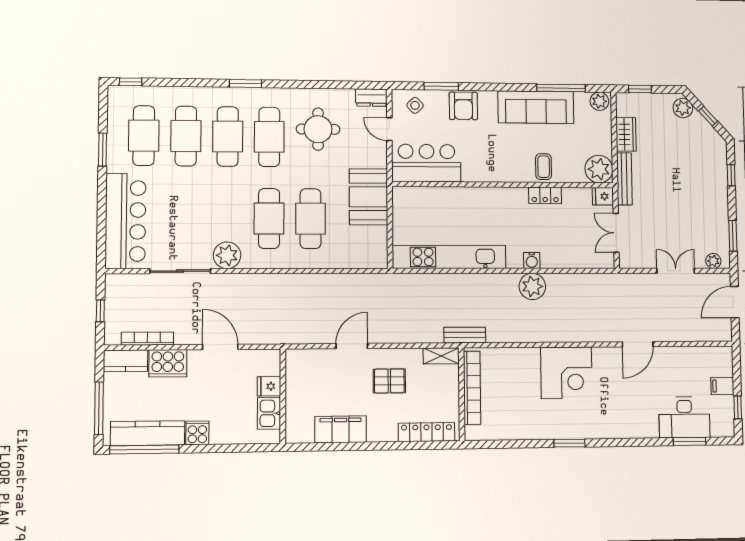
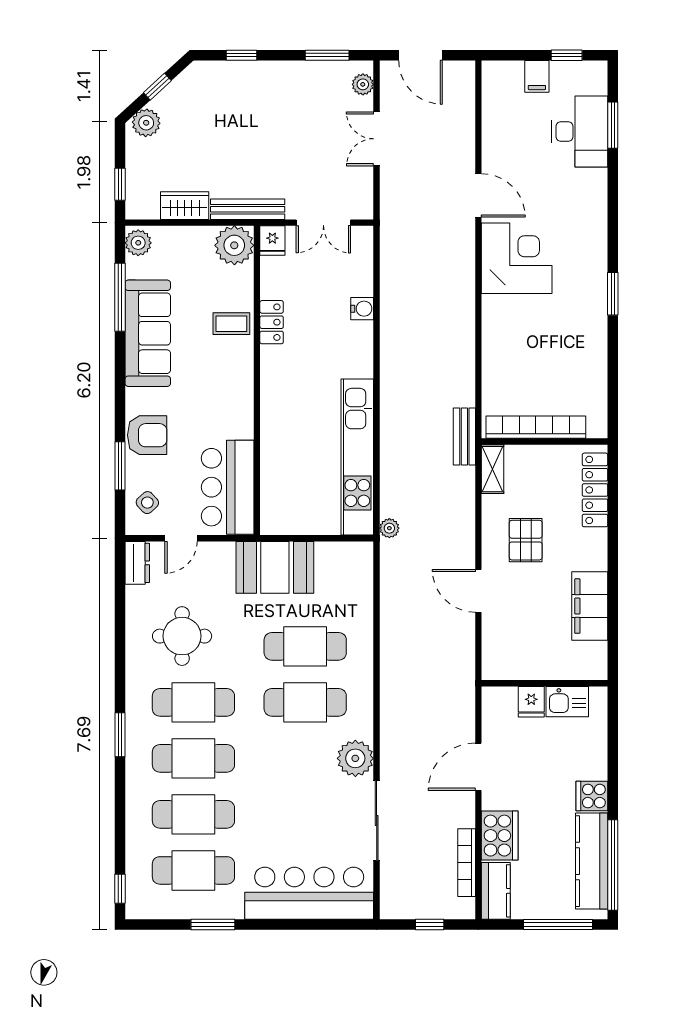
water cooler: (532, 261) -> (362, 309), moved
plant: (532, 286) -> (389, 528), moved, width x0.53, depth x0.53
corner desk: (566, 373) -> (517, 258), moved

